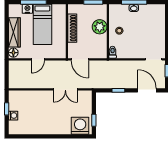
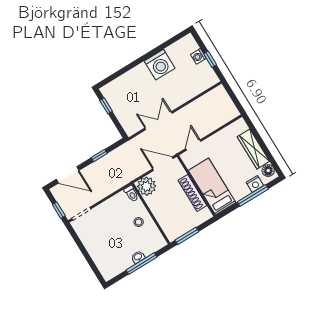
bed: (42, 24) -> (212, 187), moved
plant: (100, 27) -> (147, 186), moved
floor lamp: (13, 53) -> (268, 171), moved
door: (38, 59) -> (193, 145), moved
washing machine: (80, 126) -> (160, 65), moved

